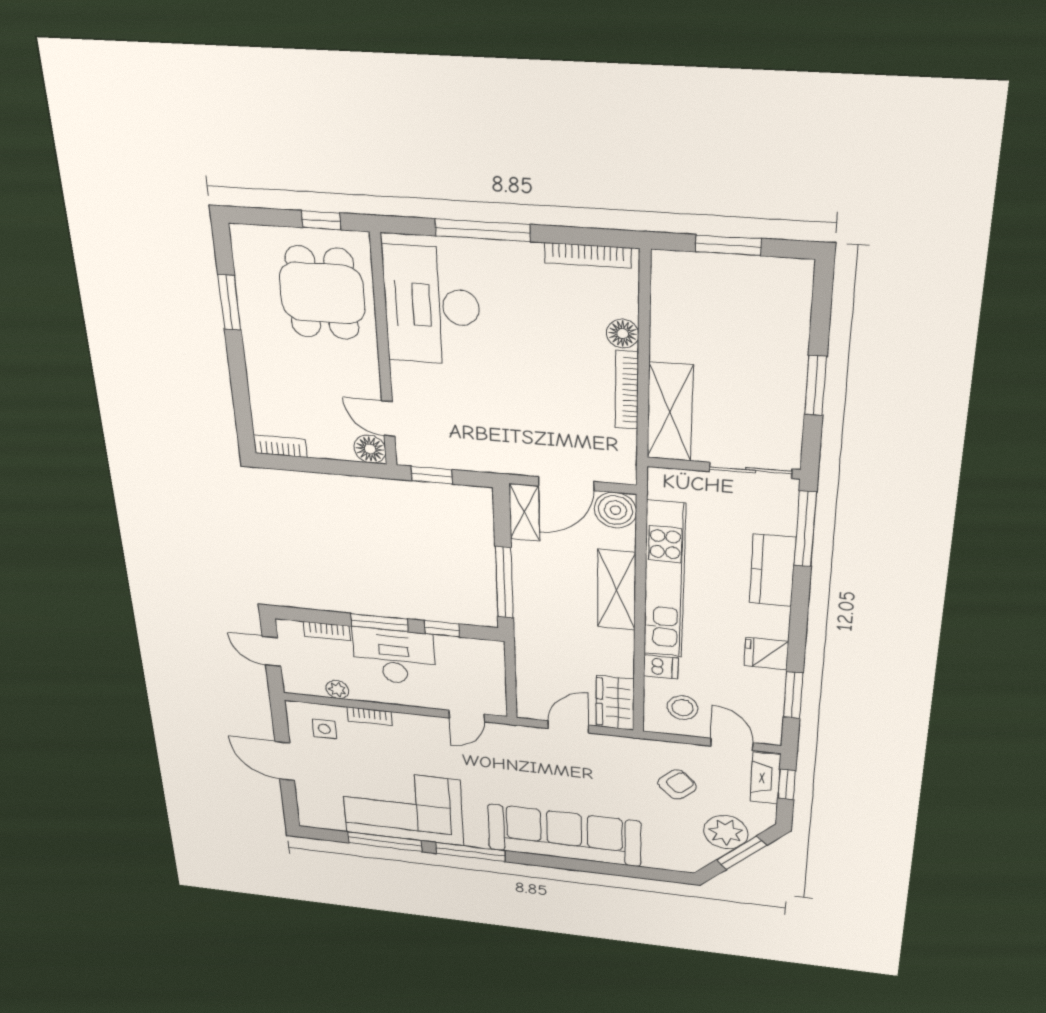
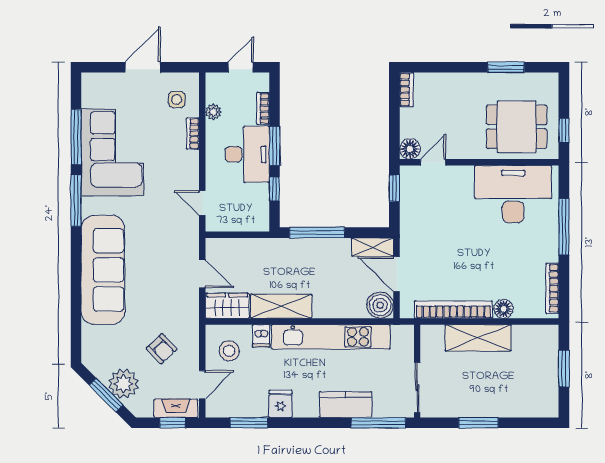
bookcase: (627, 390) -> (453, 310), width x1.48, depth x1.31
shelving: (670, 412) -> (478, 338), moved
shelving: (617, 590) -> (281, 306), moved

